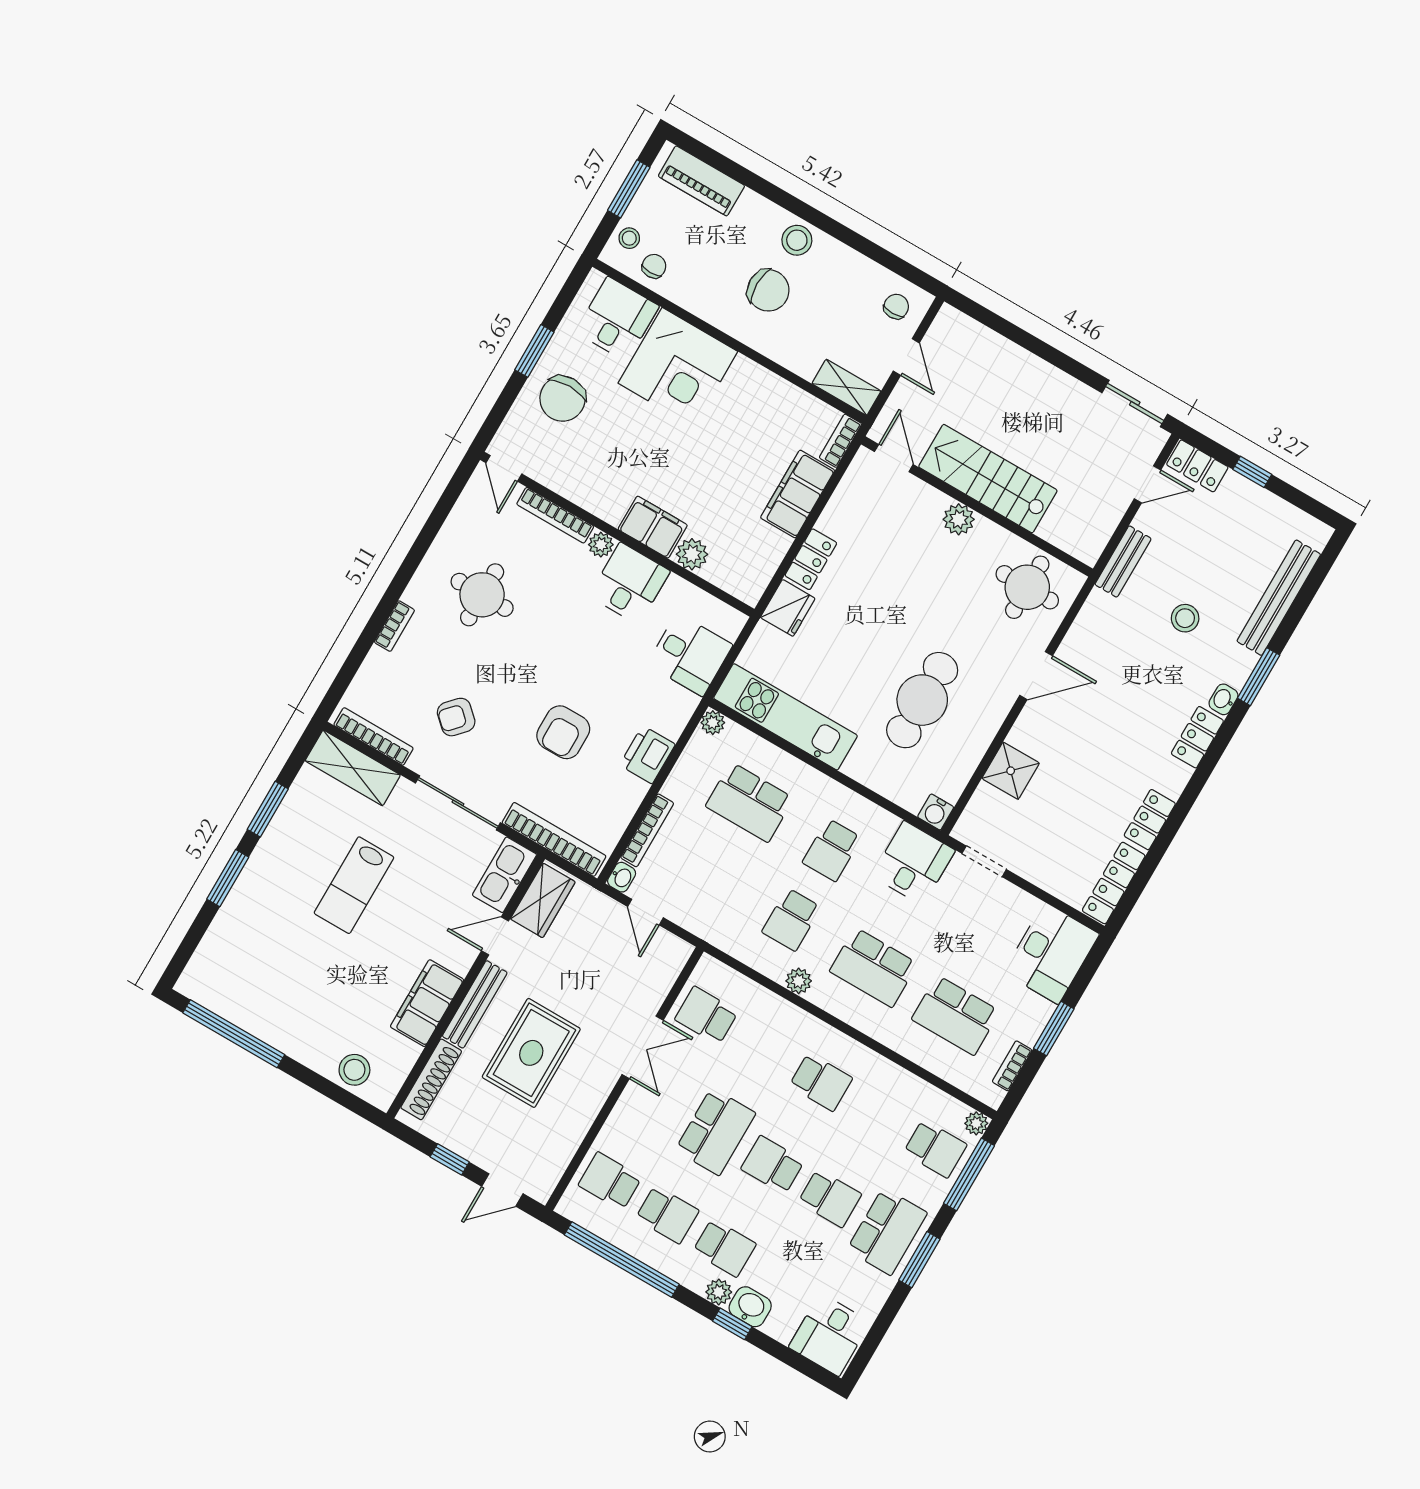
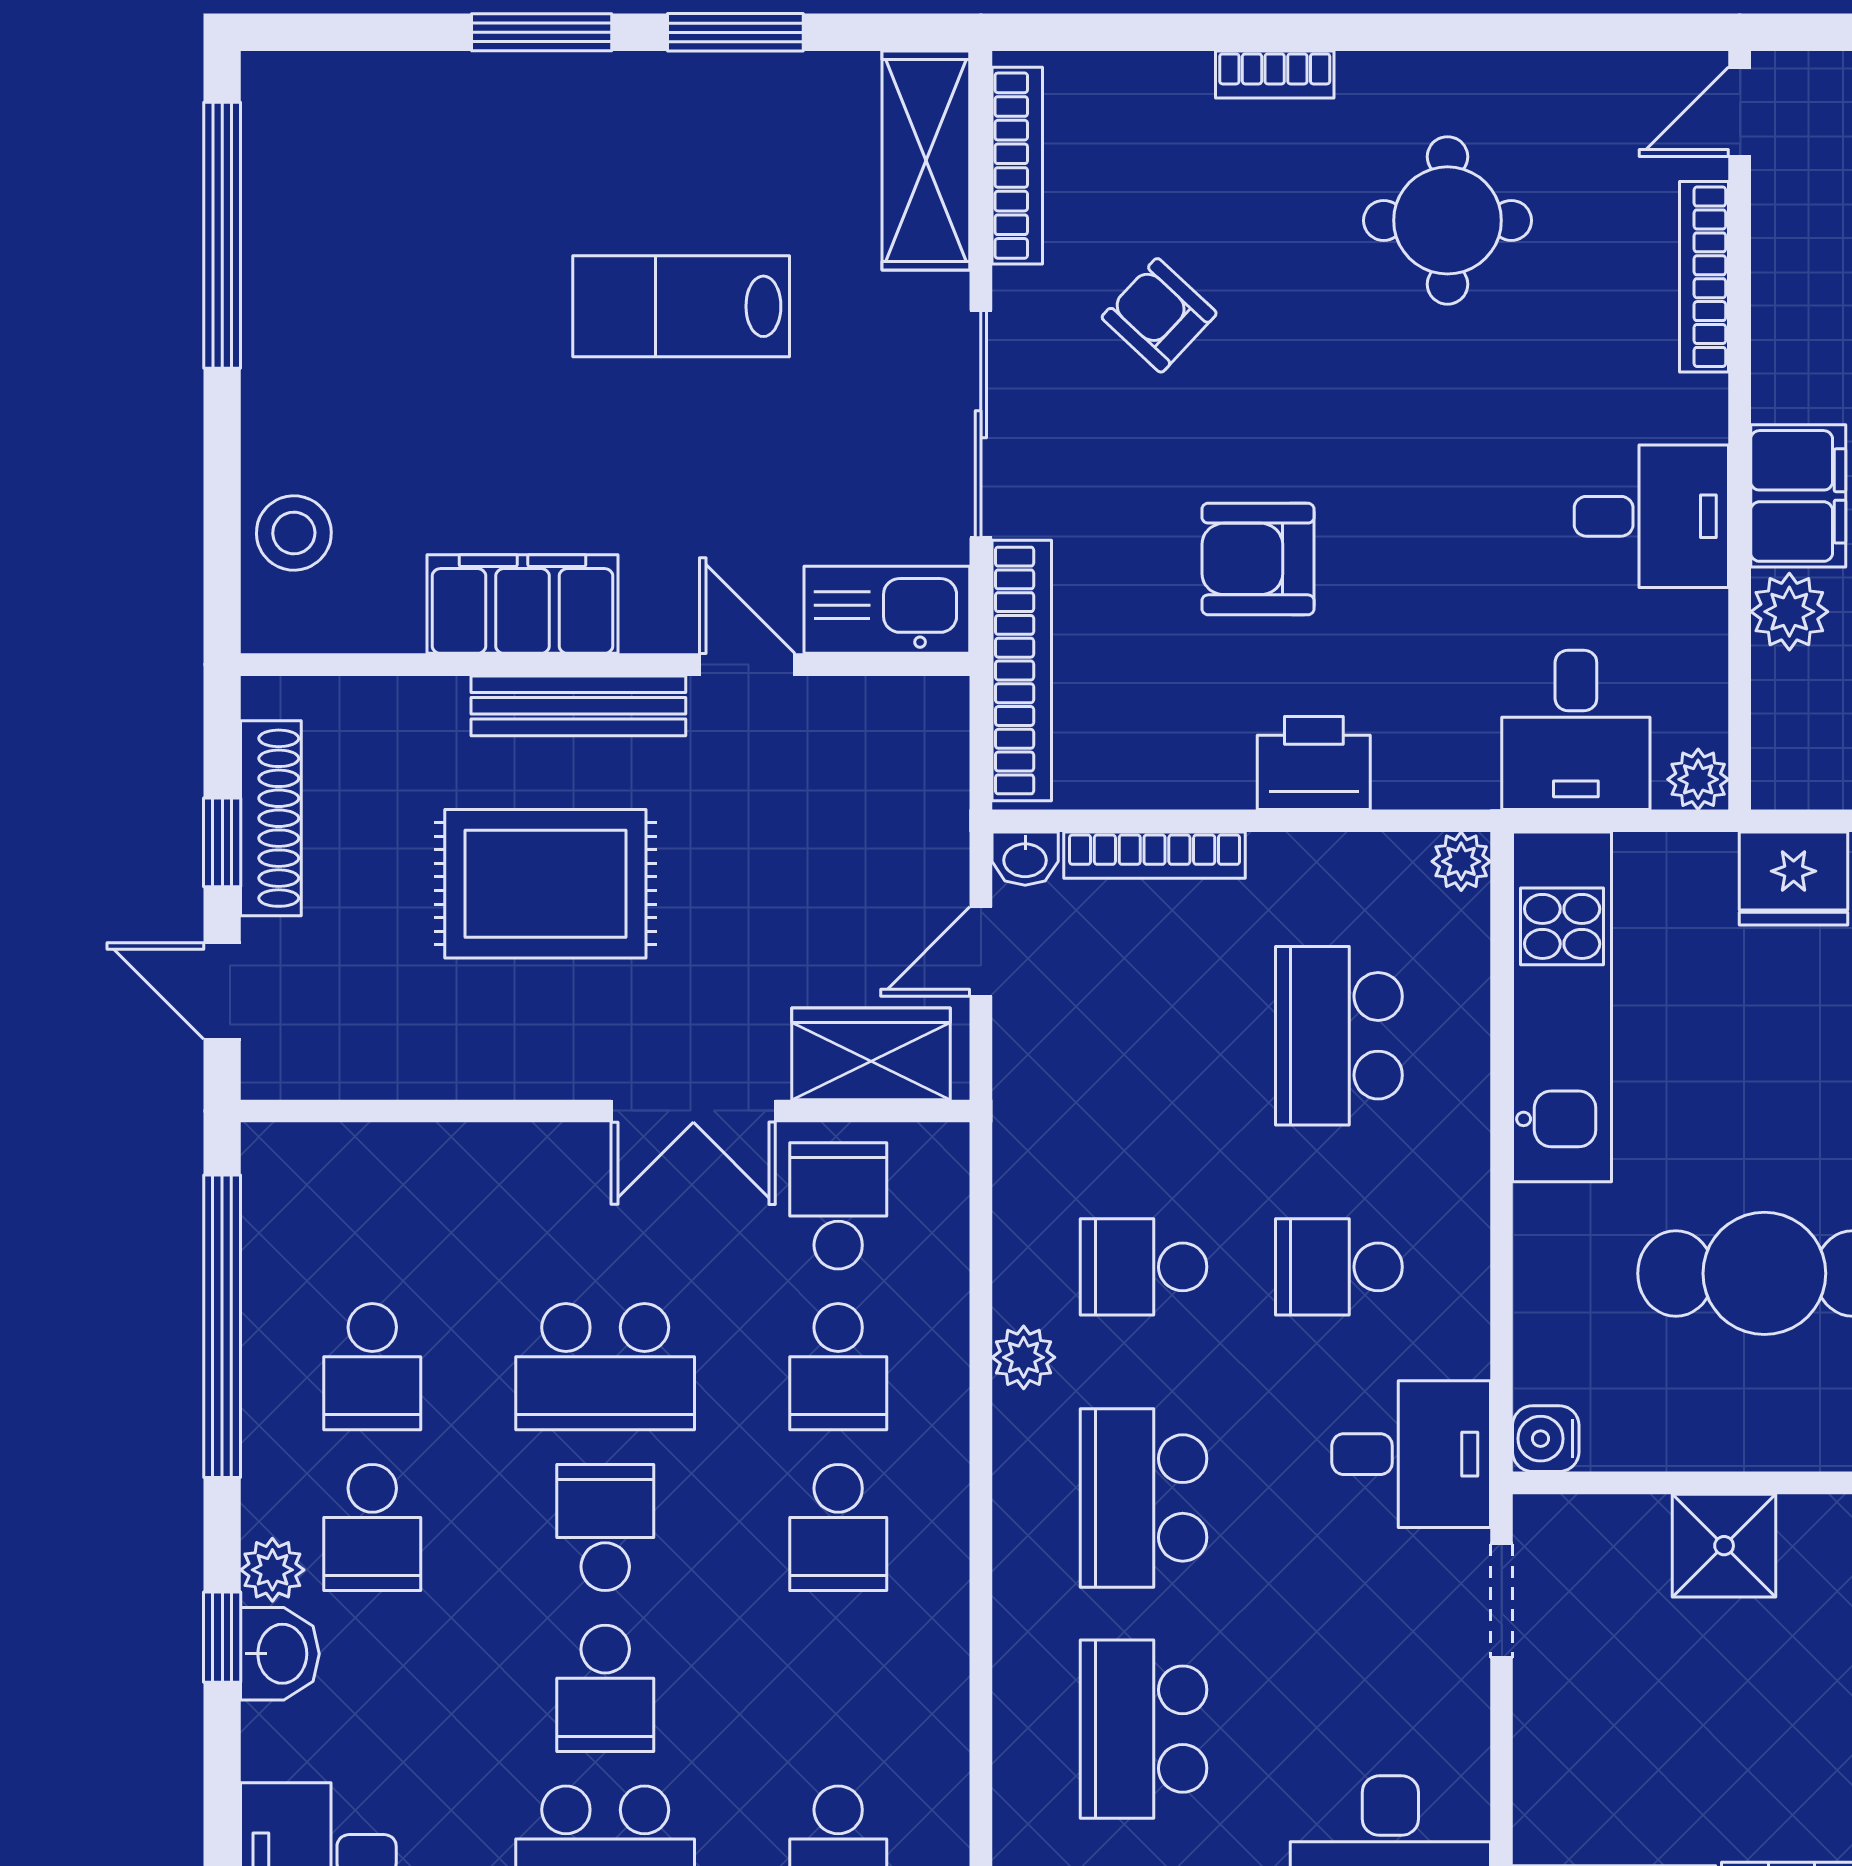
plant: (601, 545) -> (1698, 779), moved
wardrobe: (543, 900) -> (871, 1054), moved, turned 180
shoe rack: (431, 1079) -> (271, 818), moved, turned -90
school desk: (610, 1181) -> (838, 1367), moved, turned 180

